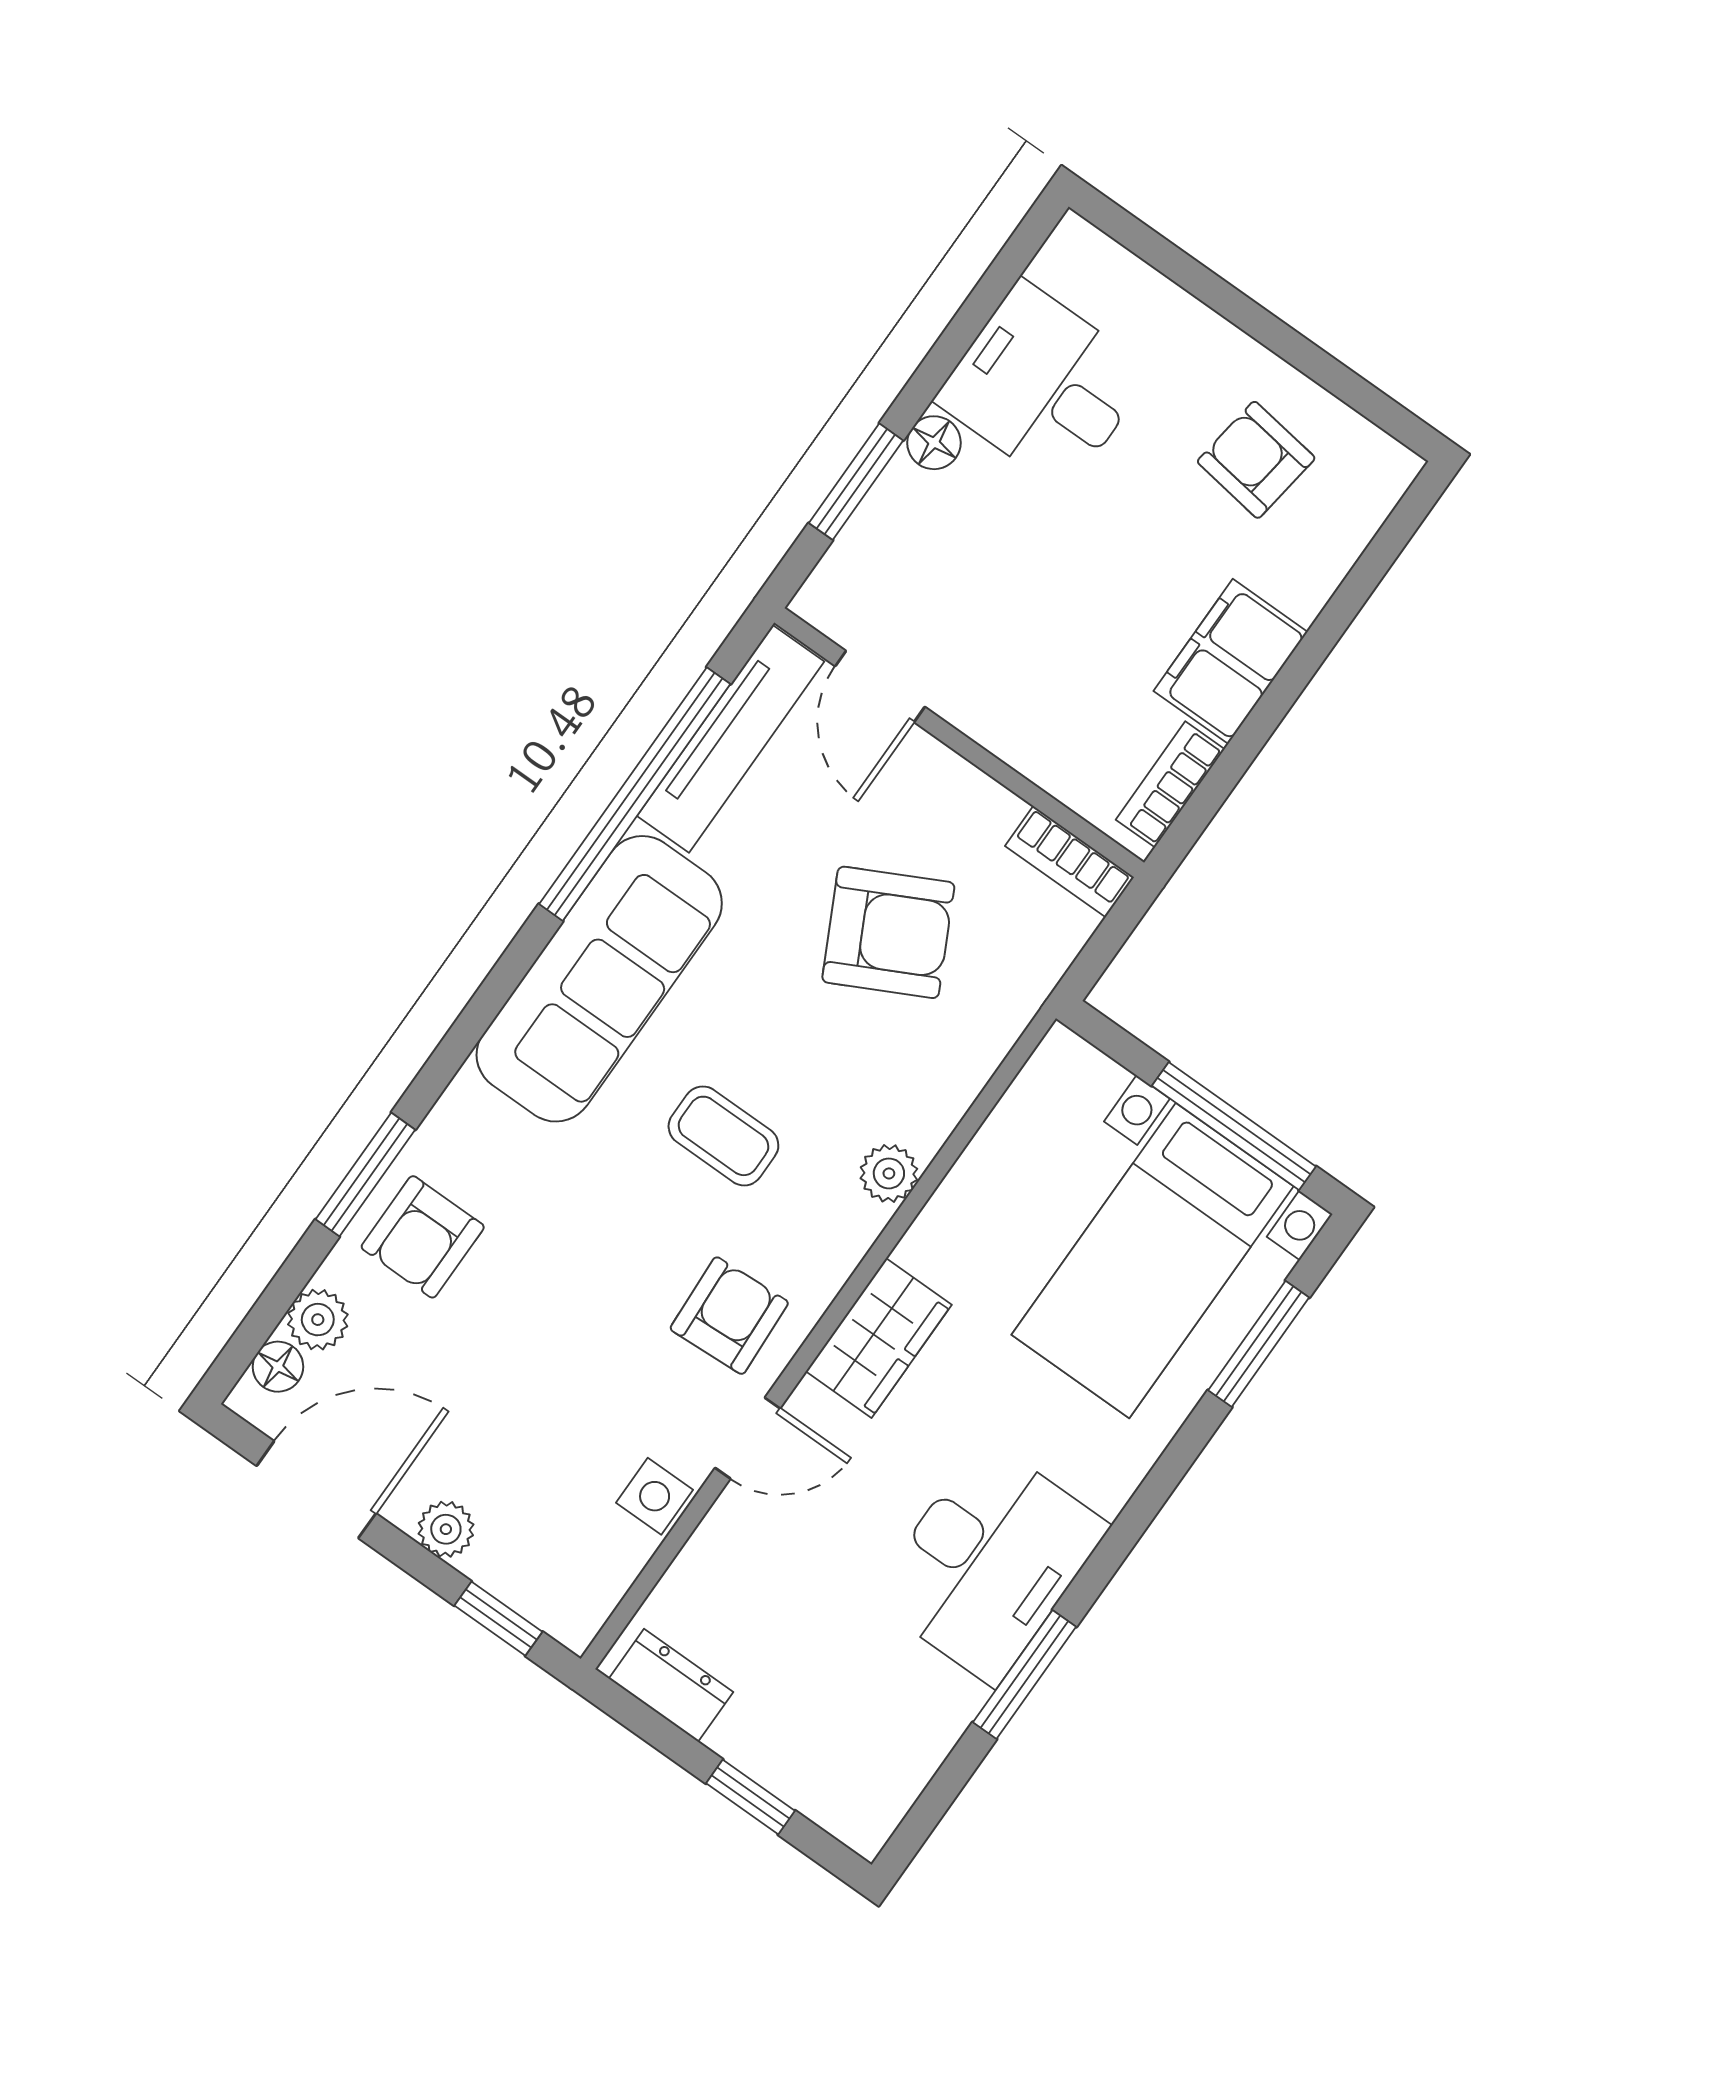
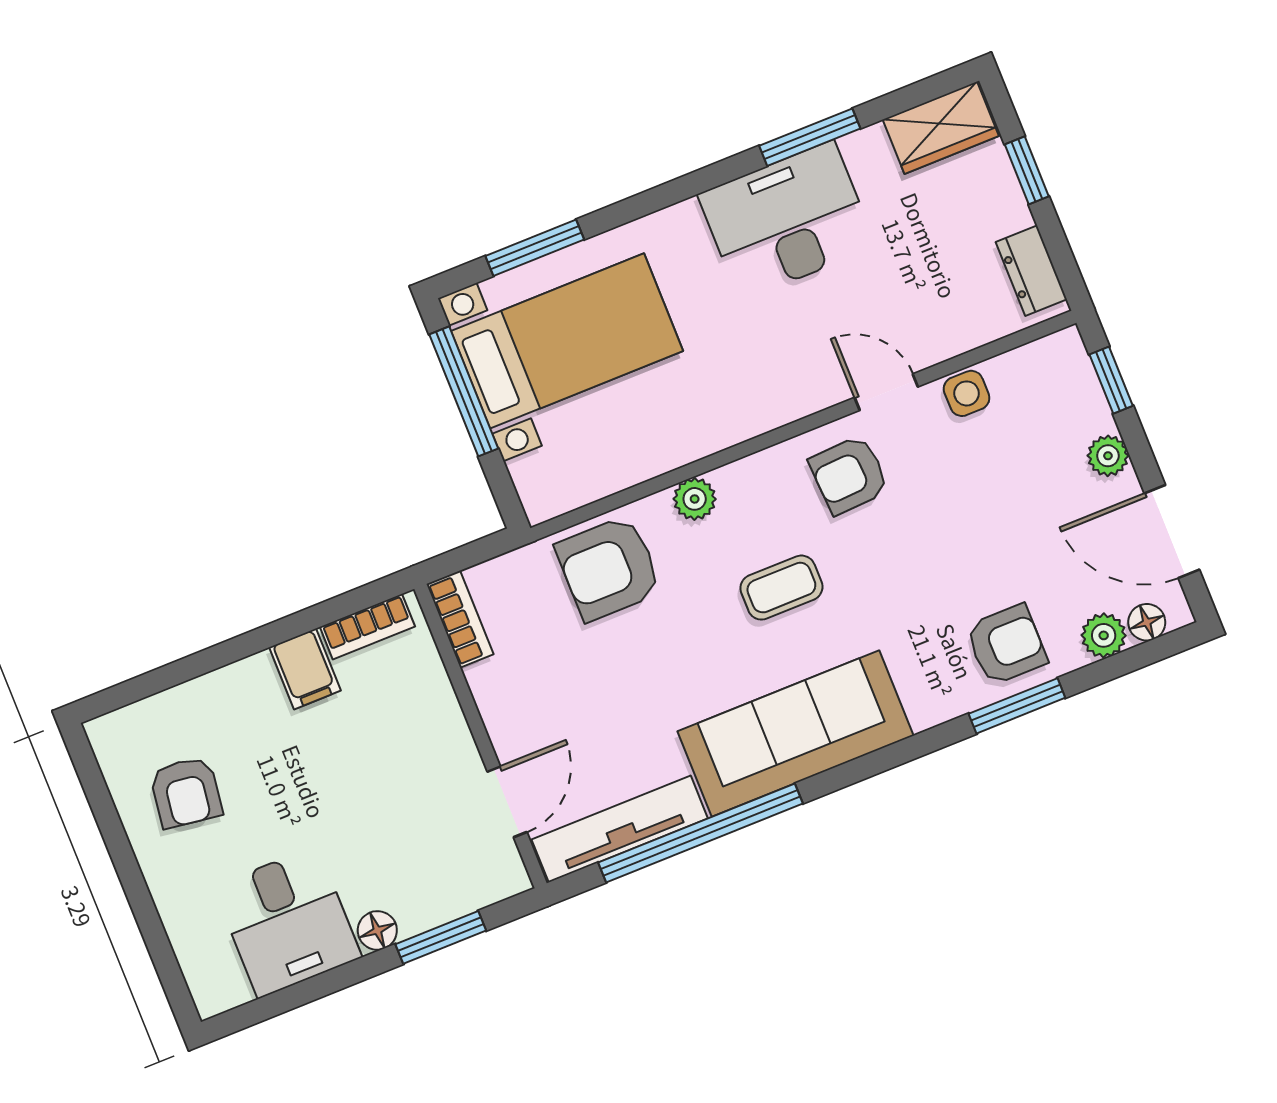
filing cabinet: (1231, 661) -> (305, 669), width x0.50
armchair: (888, 932) -> (609, 568), moved, turned -63
coffee table: (723, 1136) -> (781, 588), turned 90
wardrobe: (879, 1338) -> (941, 128), moved, turned 180

